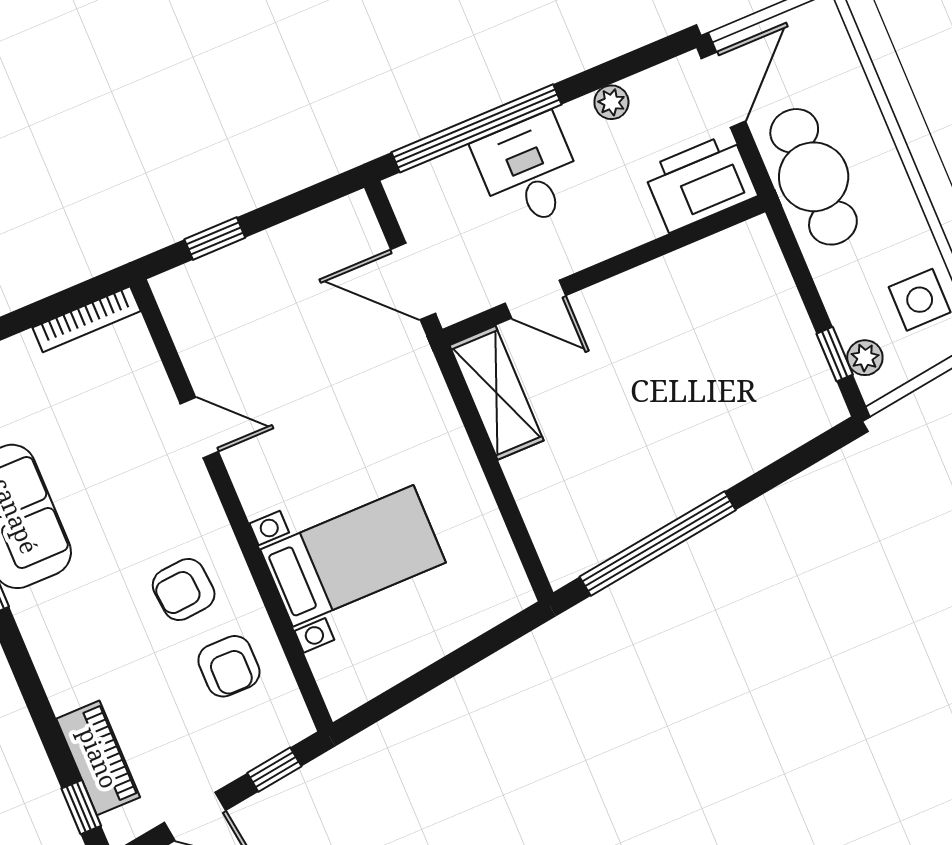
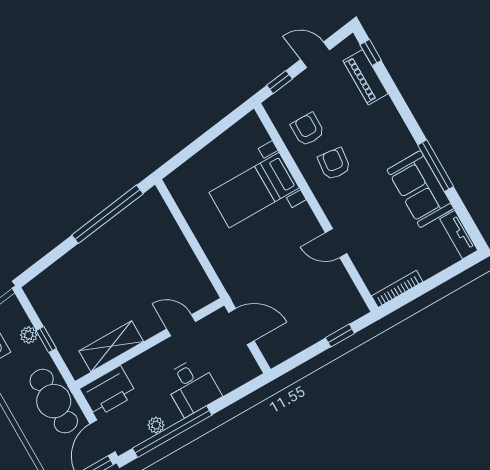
window: (477, 128) -> (172, 432), moved
window: (835, 354) -> (46, 339), moved
plant: (865, 358) -> (29, 335), moved
shelving: (497, 393) -> (111, 346), moved, turned 90
armchair: (184, 590) -> (334, 164), turned -78

